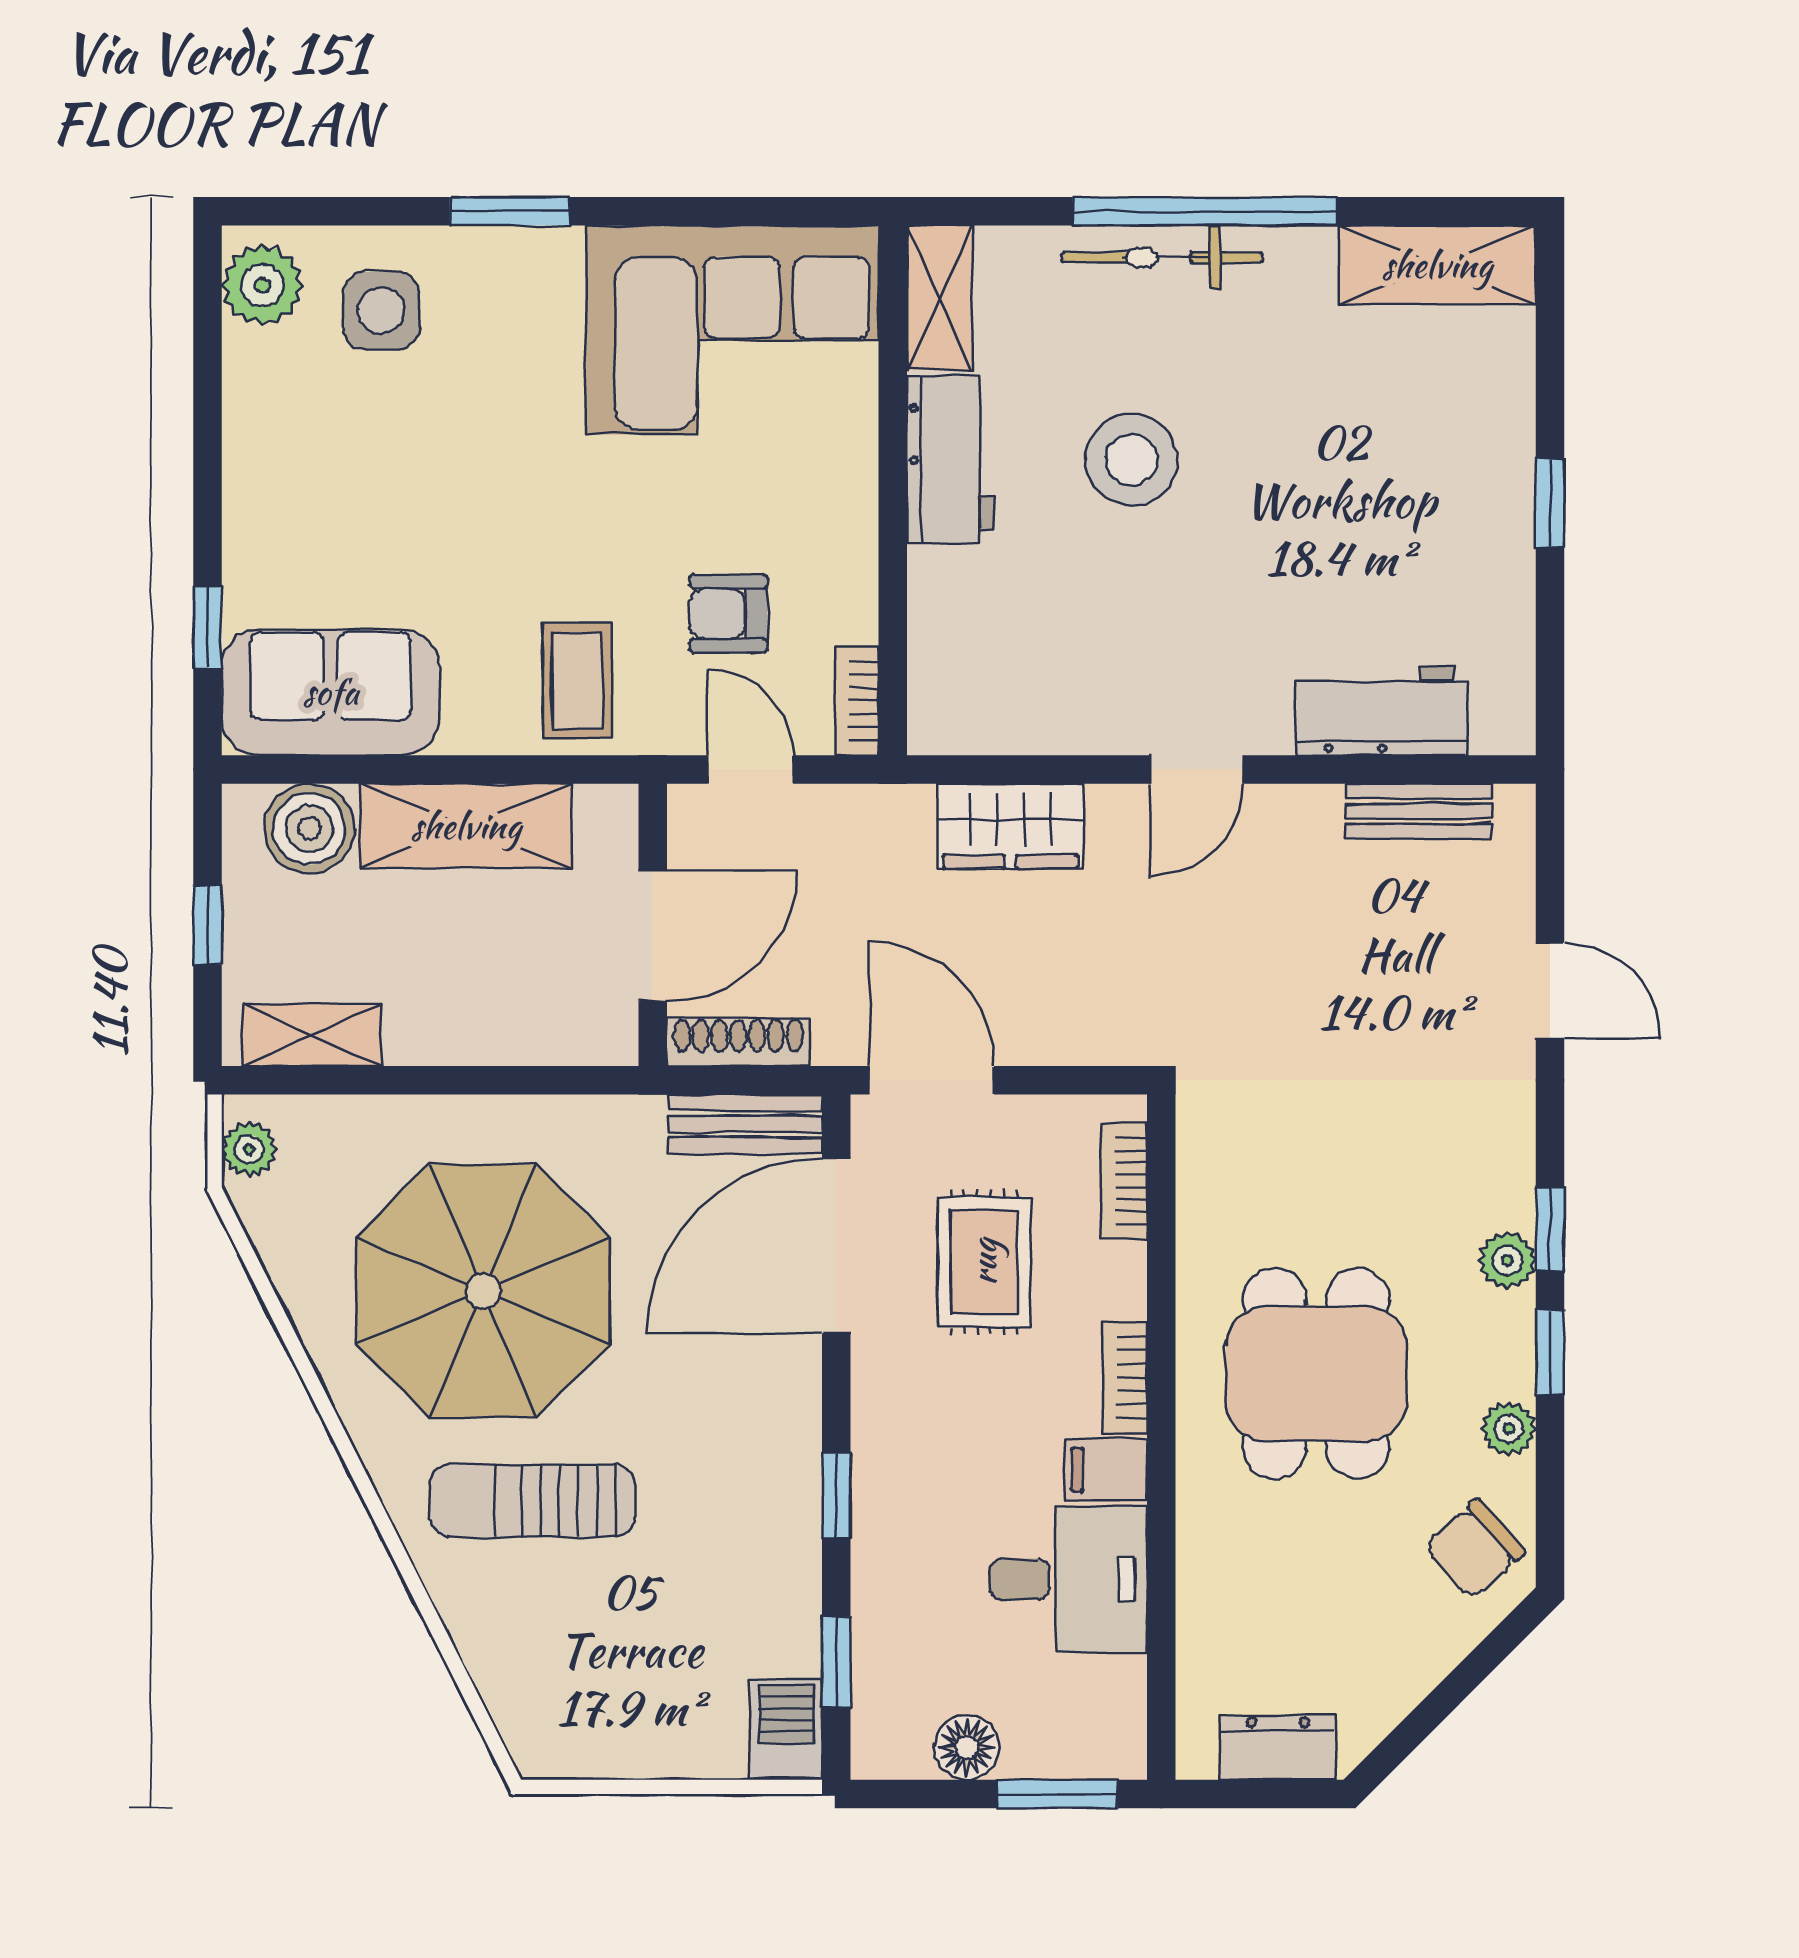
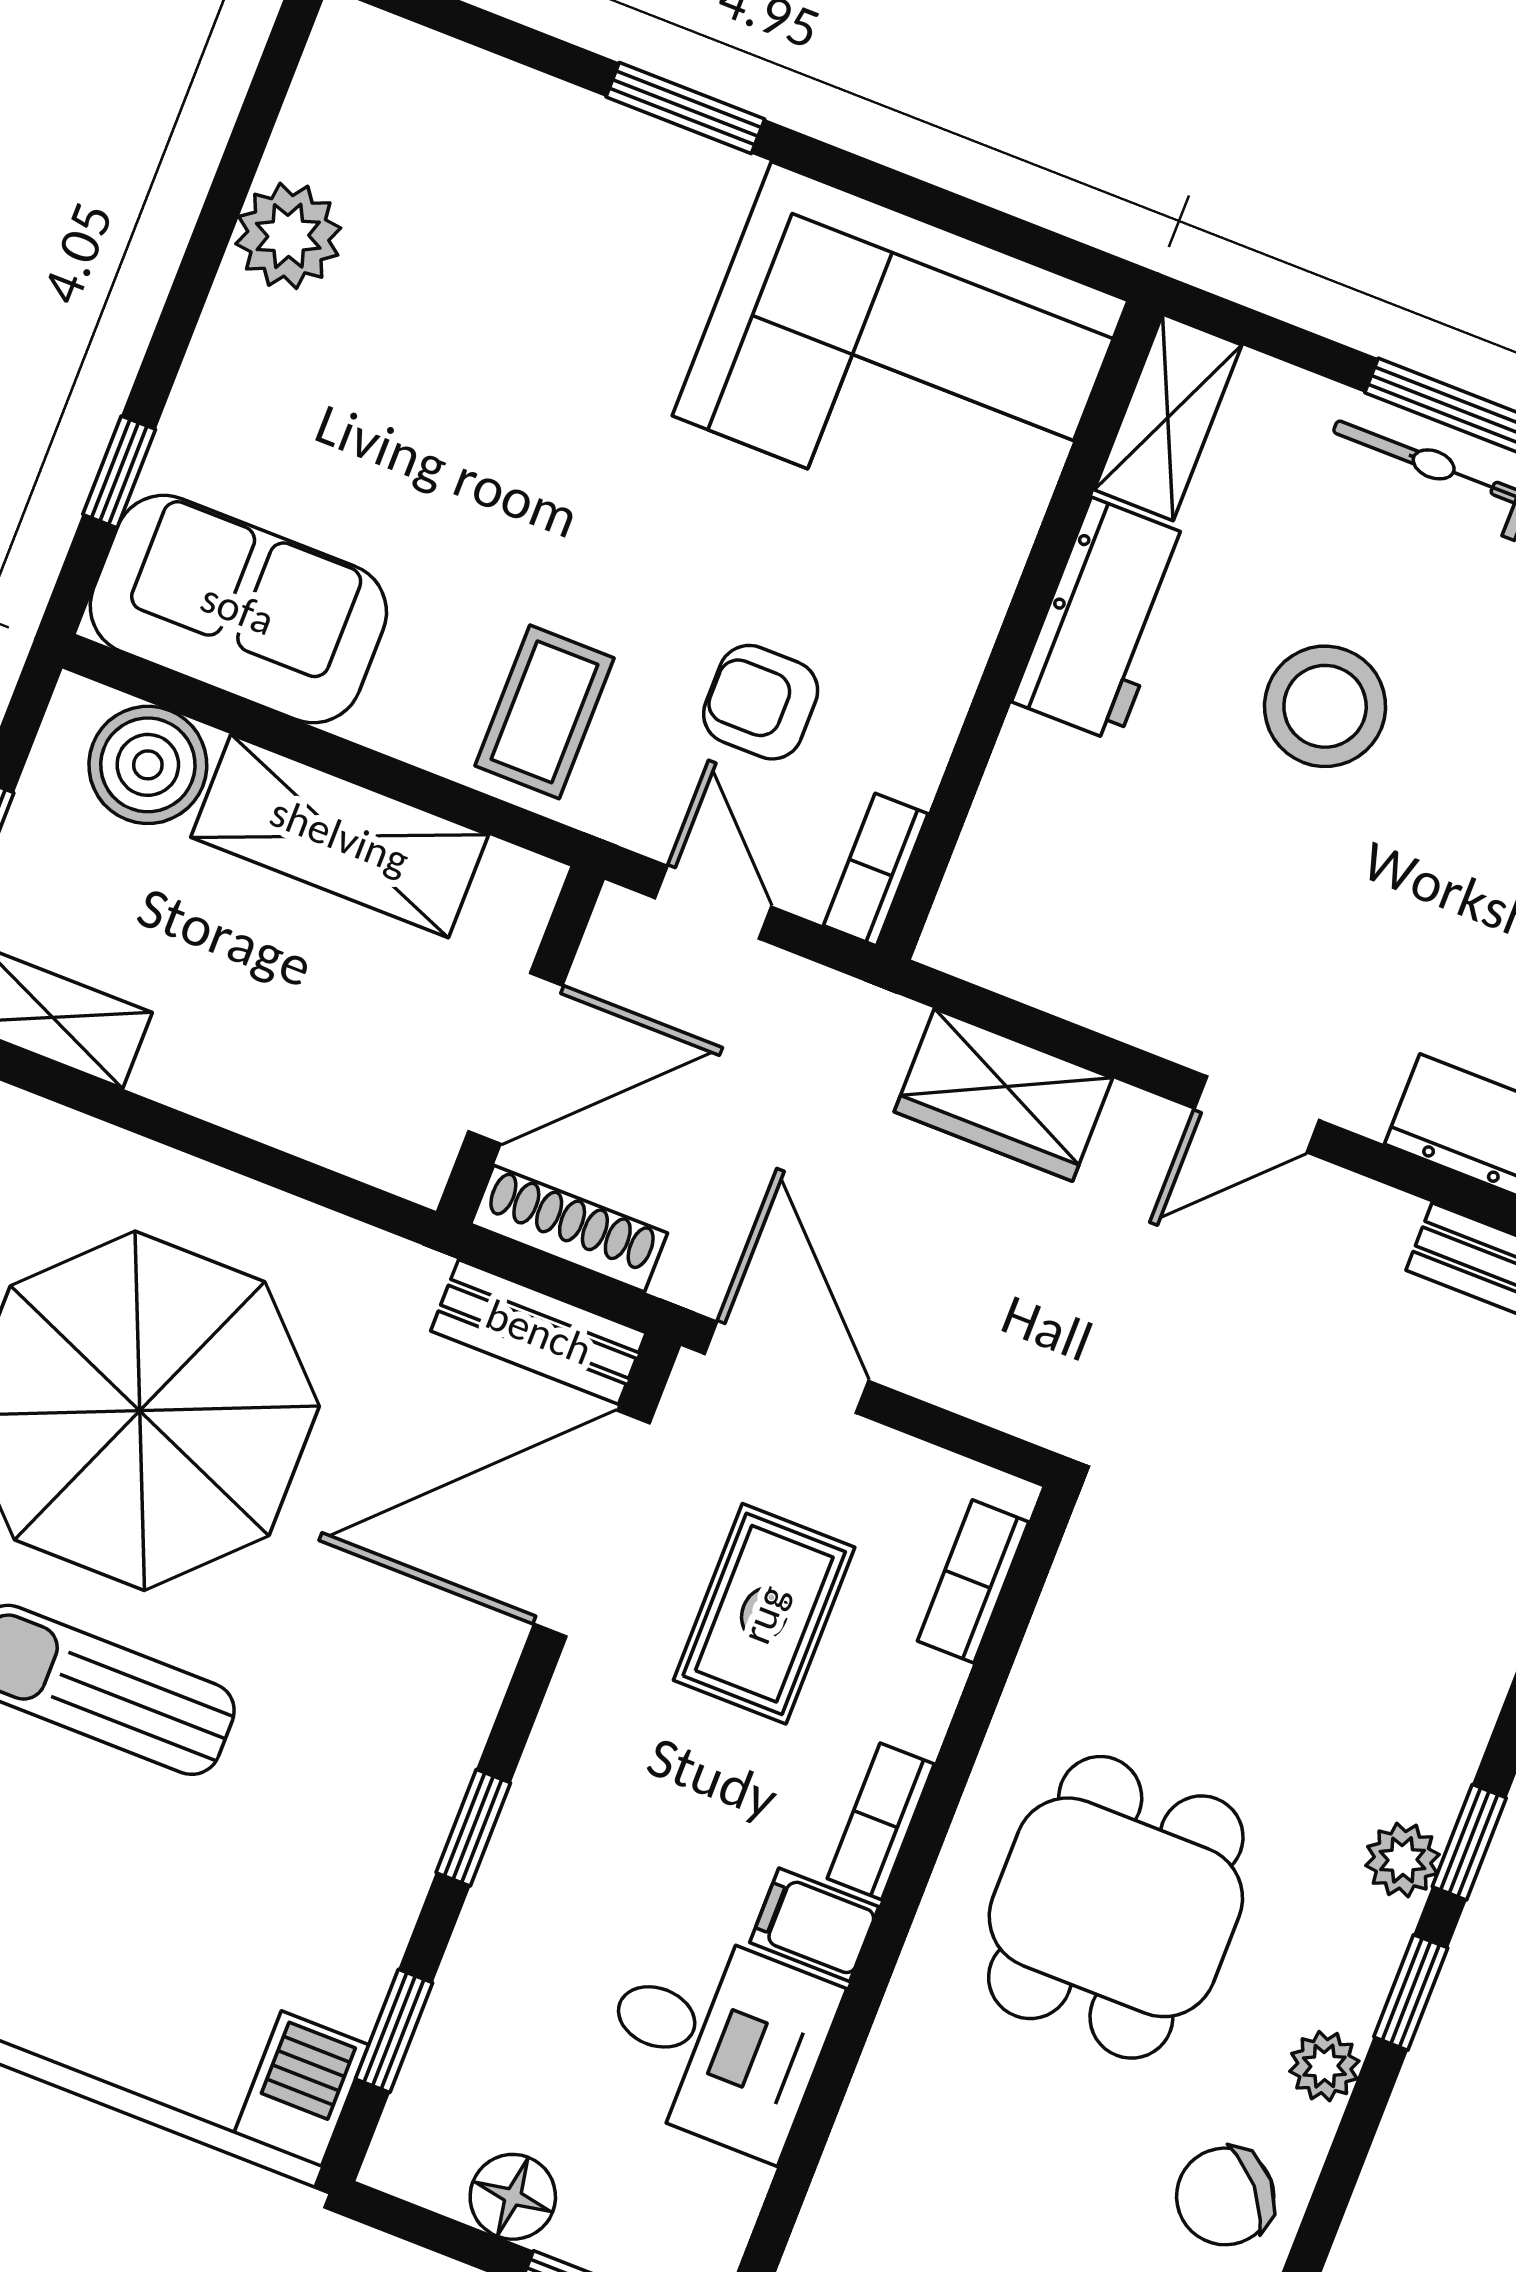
plant: (262, 285) -> (288, 236), moved
side table: (381, 310) -> (481, 168), removed

